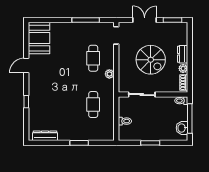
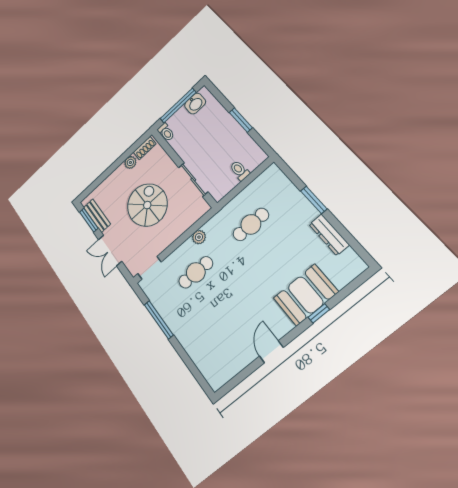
bench: (171, 27) -> (97, 216), added
booth: (39, 38) -> (306, 295), moved
dresser: (183, 54) -> (116, 177), removed
door: (26, 66) -> (271, 352), swing flipped
dresser: (45, 136) -> (329, 235), moved

